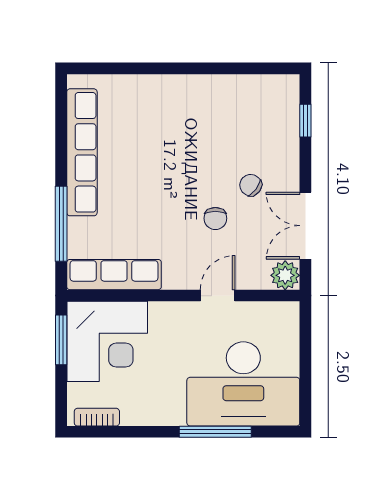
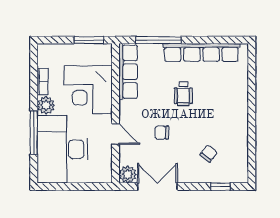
wheelchair: (151, 182) -> (183, 94), added
chair: (251, 185) -> (209, 153), moved
corner desk: (107, 341) -> (88, 90), moved
plant: (170, 411) -> (46, 105), added
bookcase: (97, 417) -> (43, 82), moved

